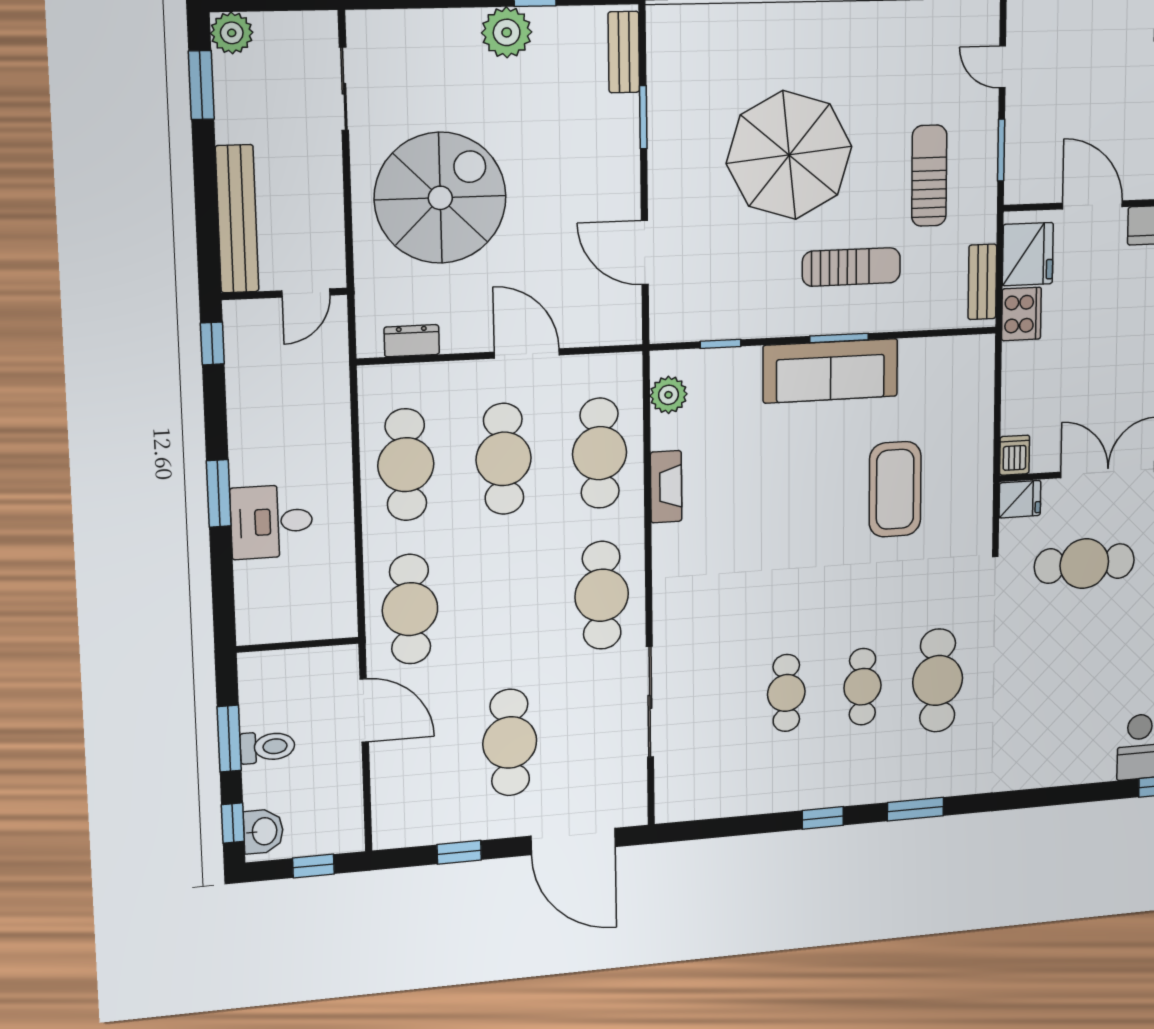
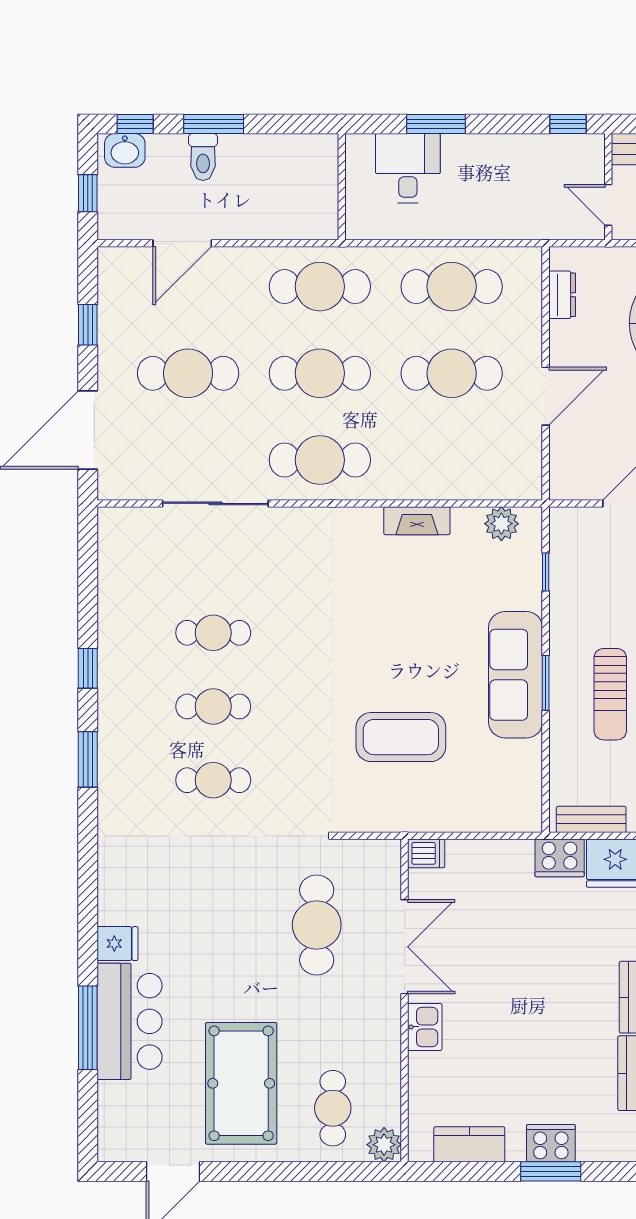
cafe table: (600, 453) -> (320, 373), moved
fridge: (1020, 499) -> (118, 944), moved, turned -90
wall: (298, 645) -> (342, 187), moved
cafe table: (938, 680) -> (213, 780), width x0.73, depth x0.74
door: (364, 711) -> (182, 243), moved

